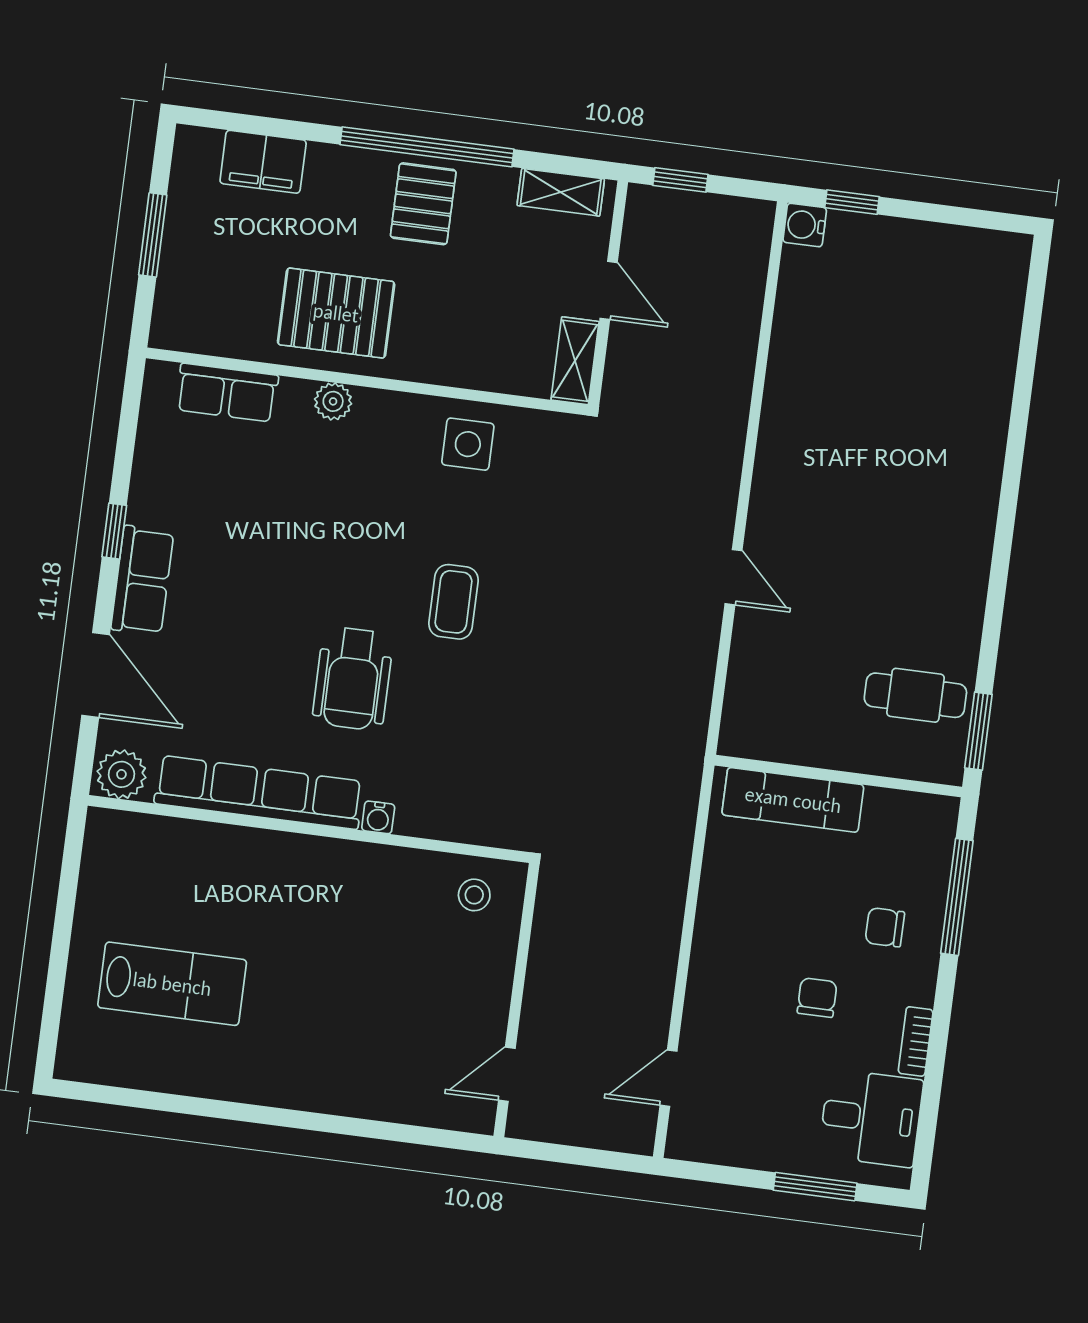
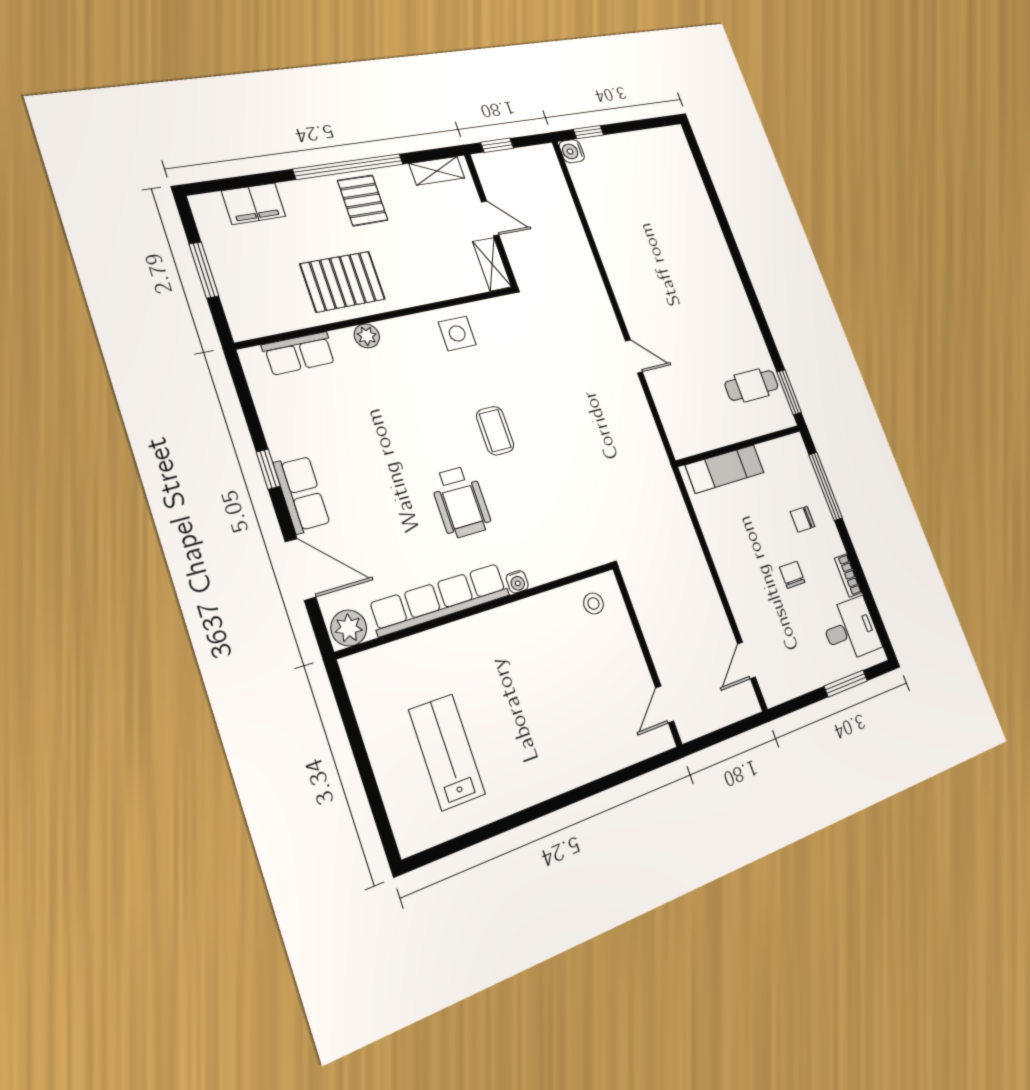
lab bench: (172, 984) -> (447, 752), turned -90

